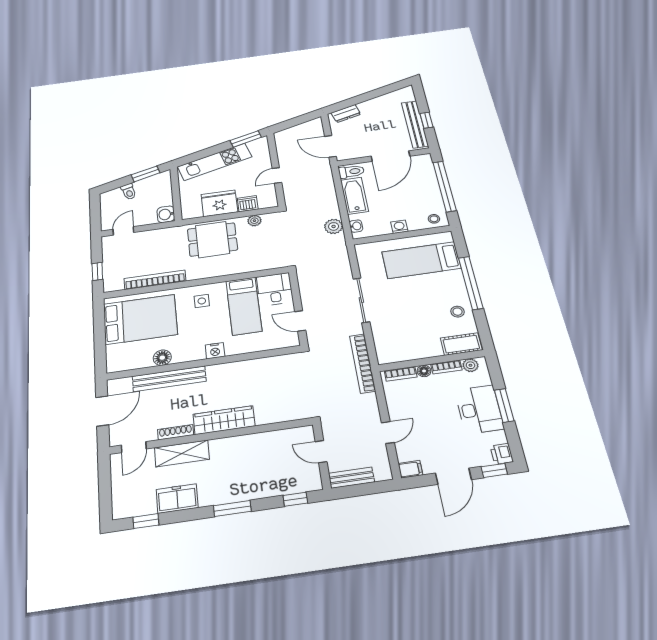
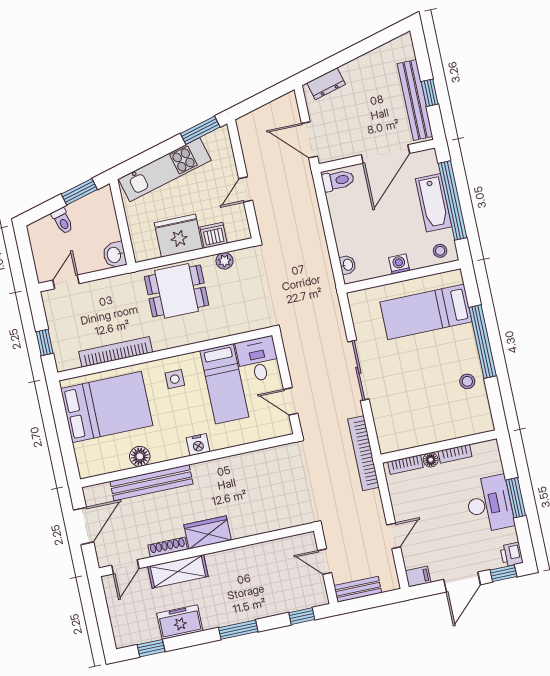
bathtub: (354, 196) -> (434, 203), moved, turned 180
plant: (334, 226) -> (321, 266), removed
cot: (461, 344) -> (471, 424), removed
plant: (470, 365) -> (481, 450), removed
wardrobe: (224, 420) -> (208, 532), width x0.67

